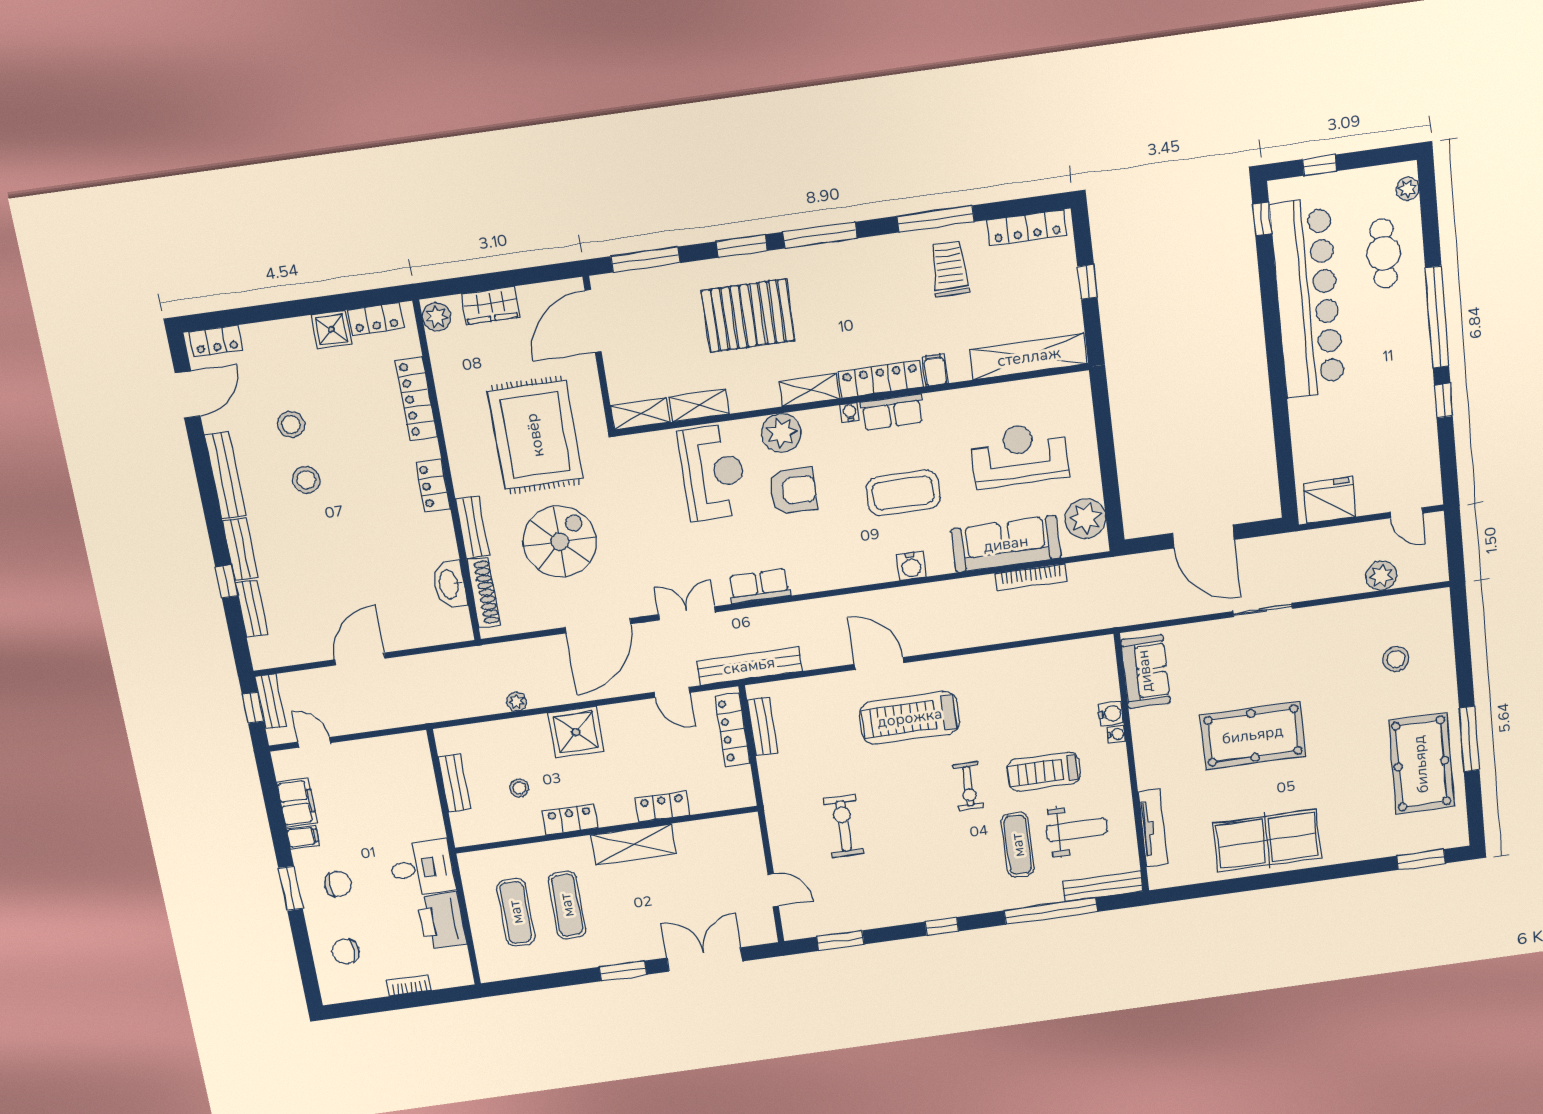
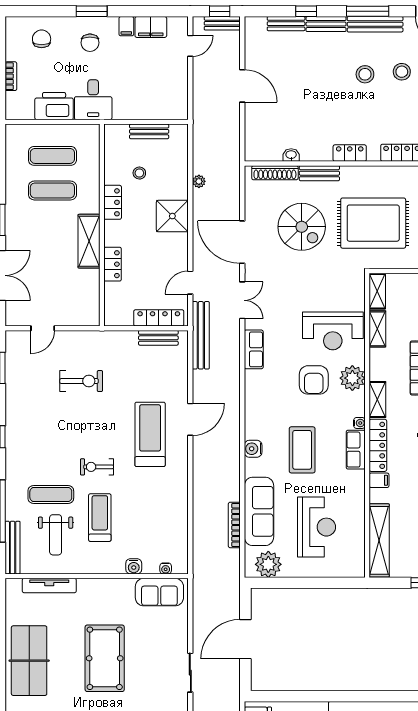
window: (207, 489) -> (368, 11), added
washbasin: (450, 584) -> (291, 155), width x0.52, depth x0.69
water cooler: (1116, 734) -> (166, 568), moved

